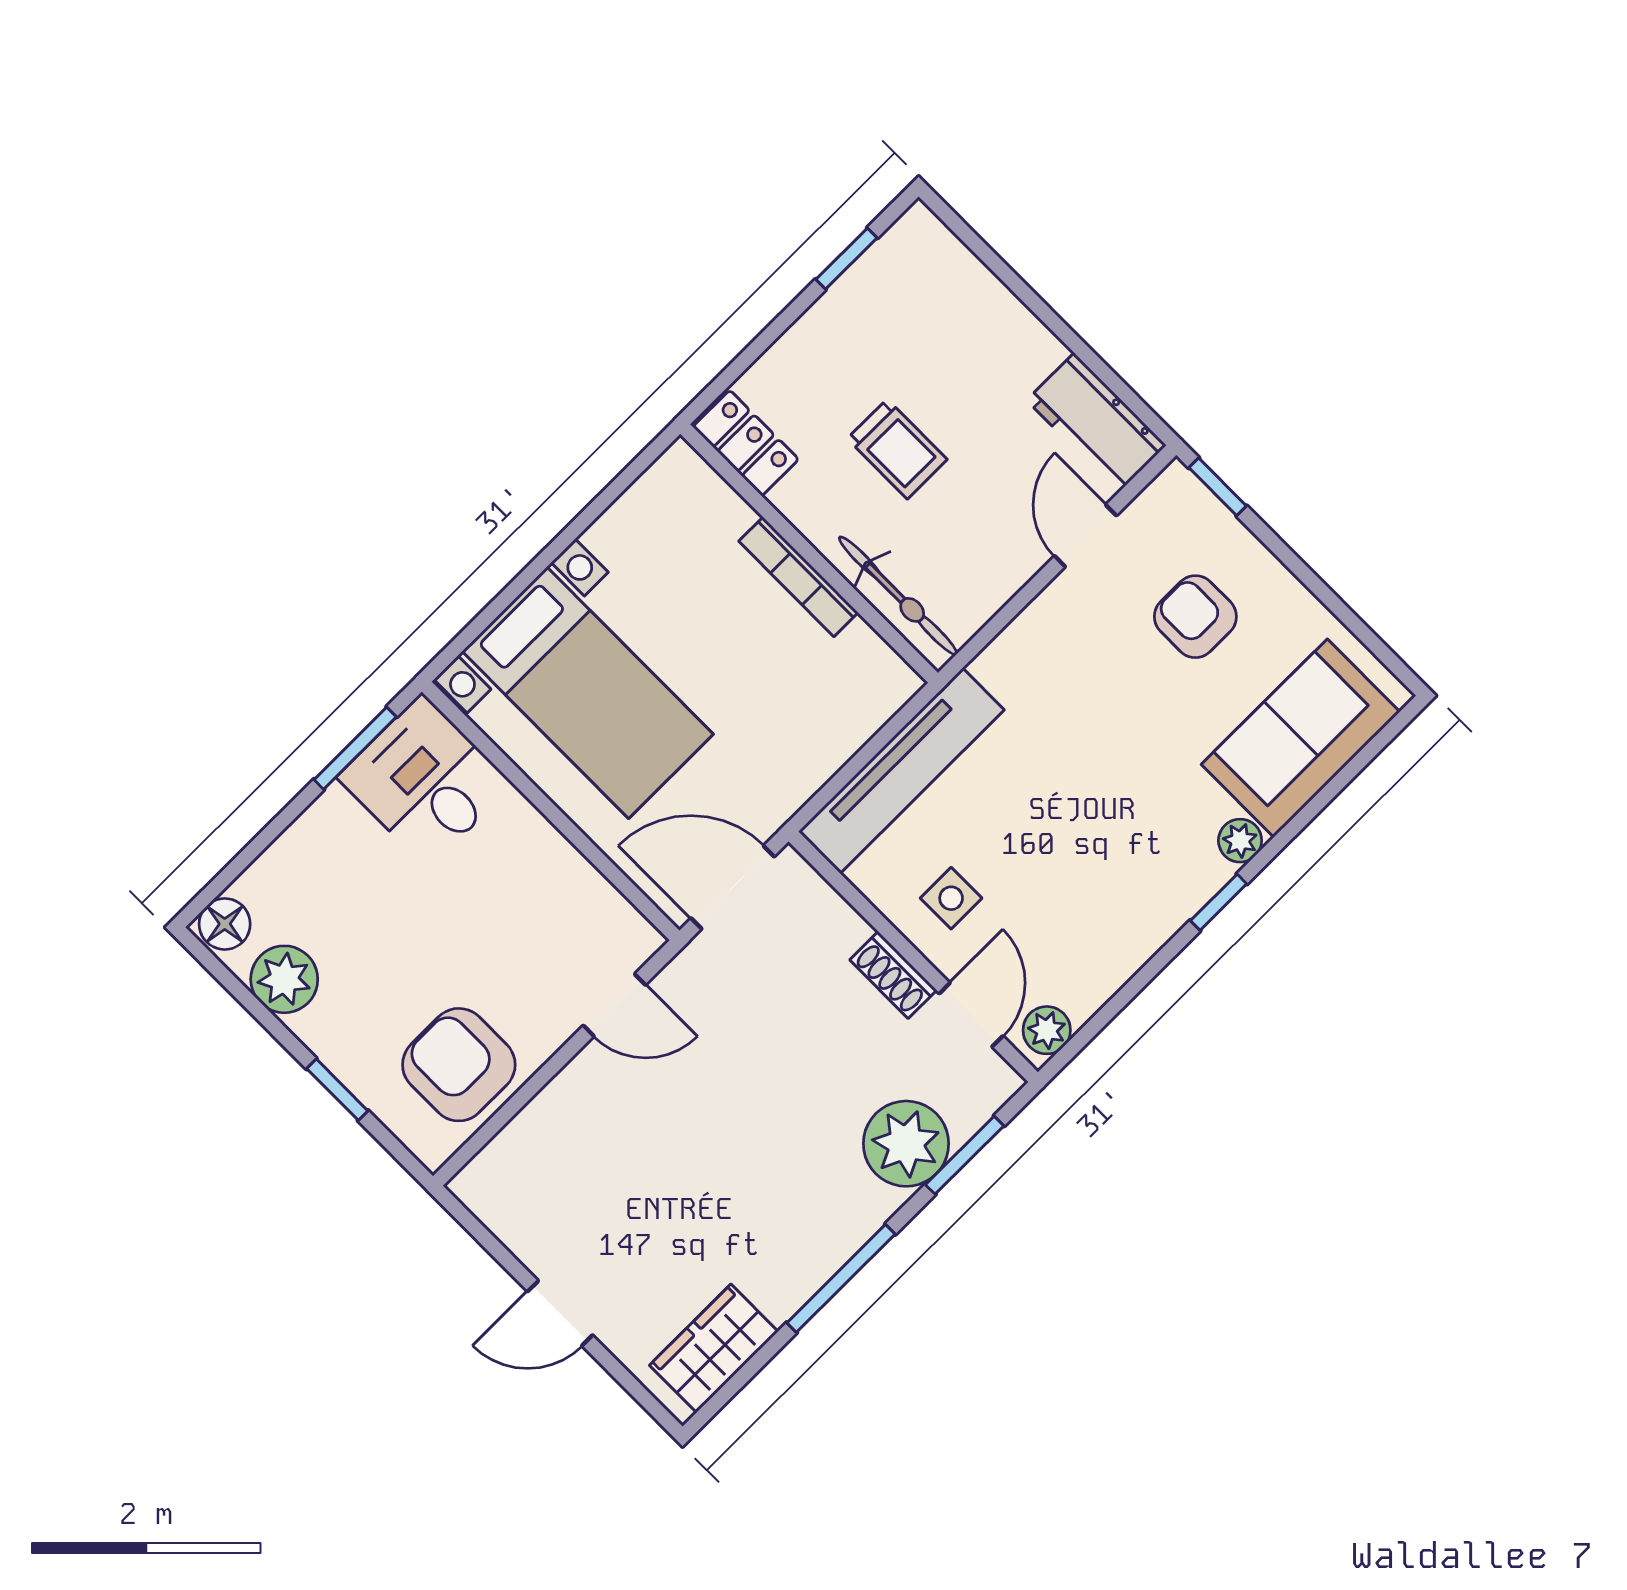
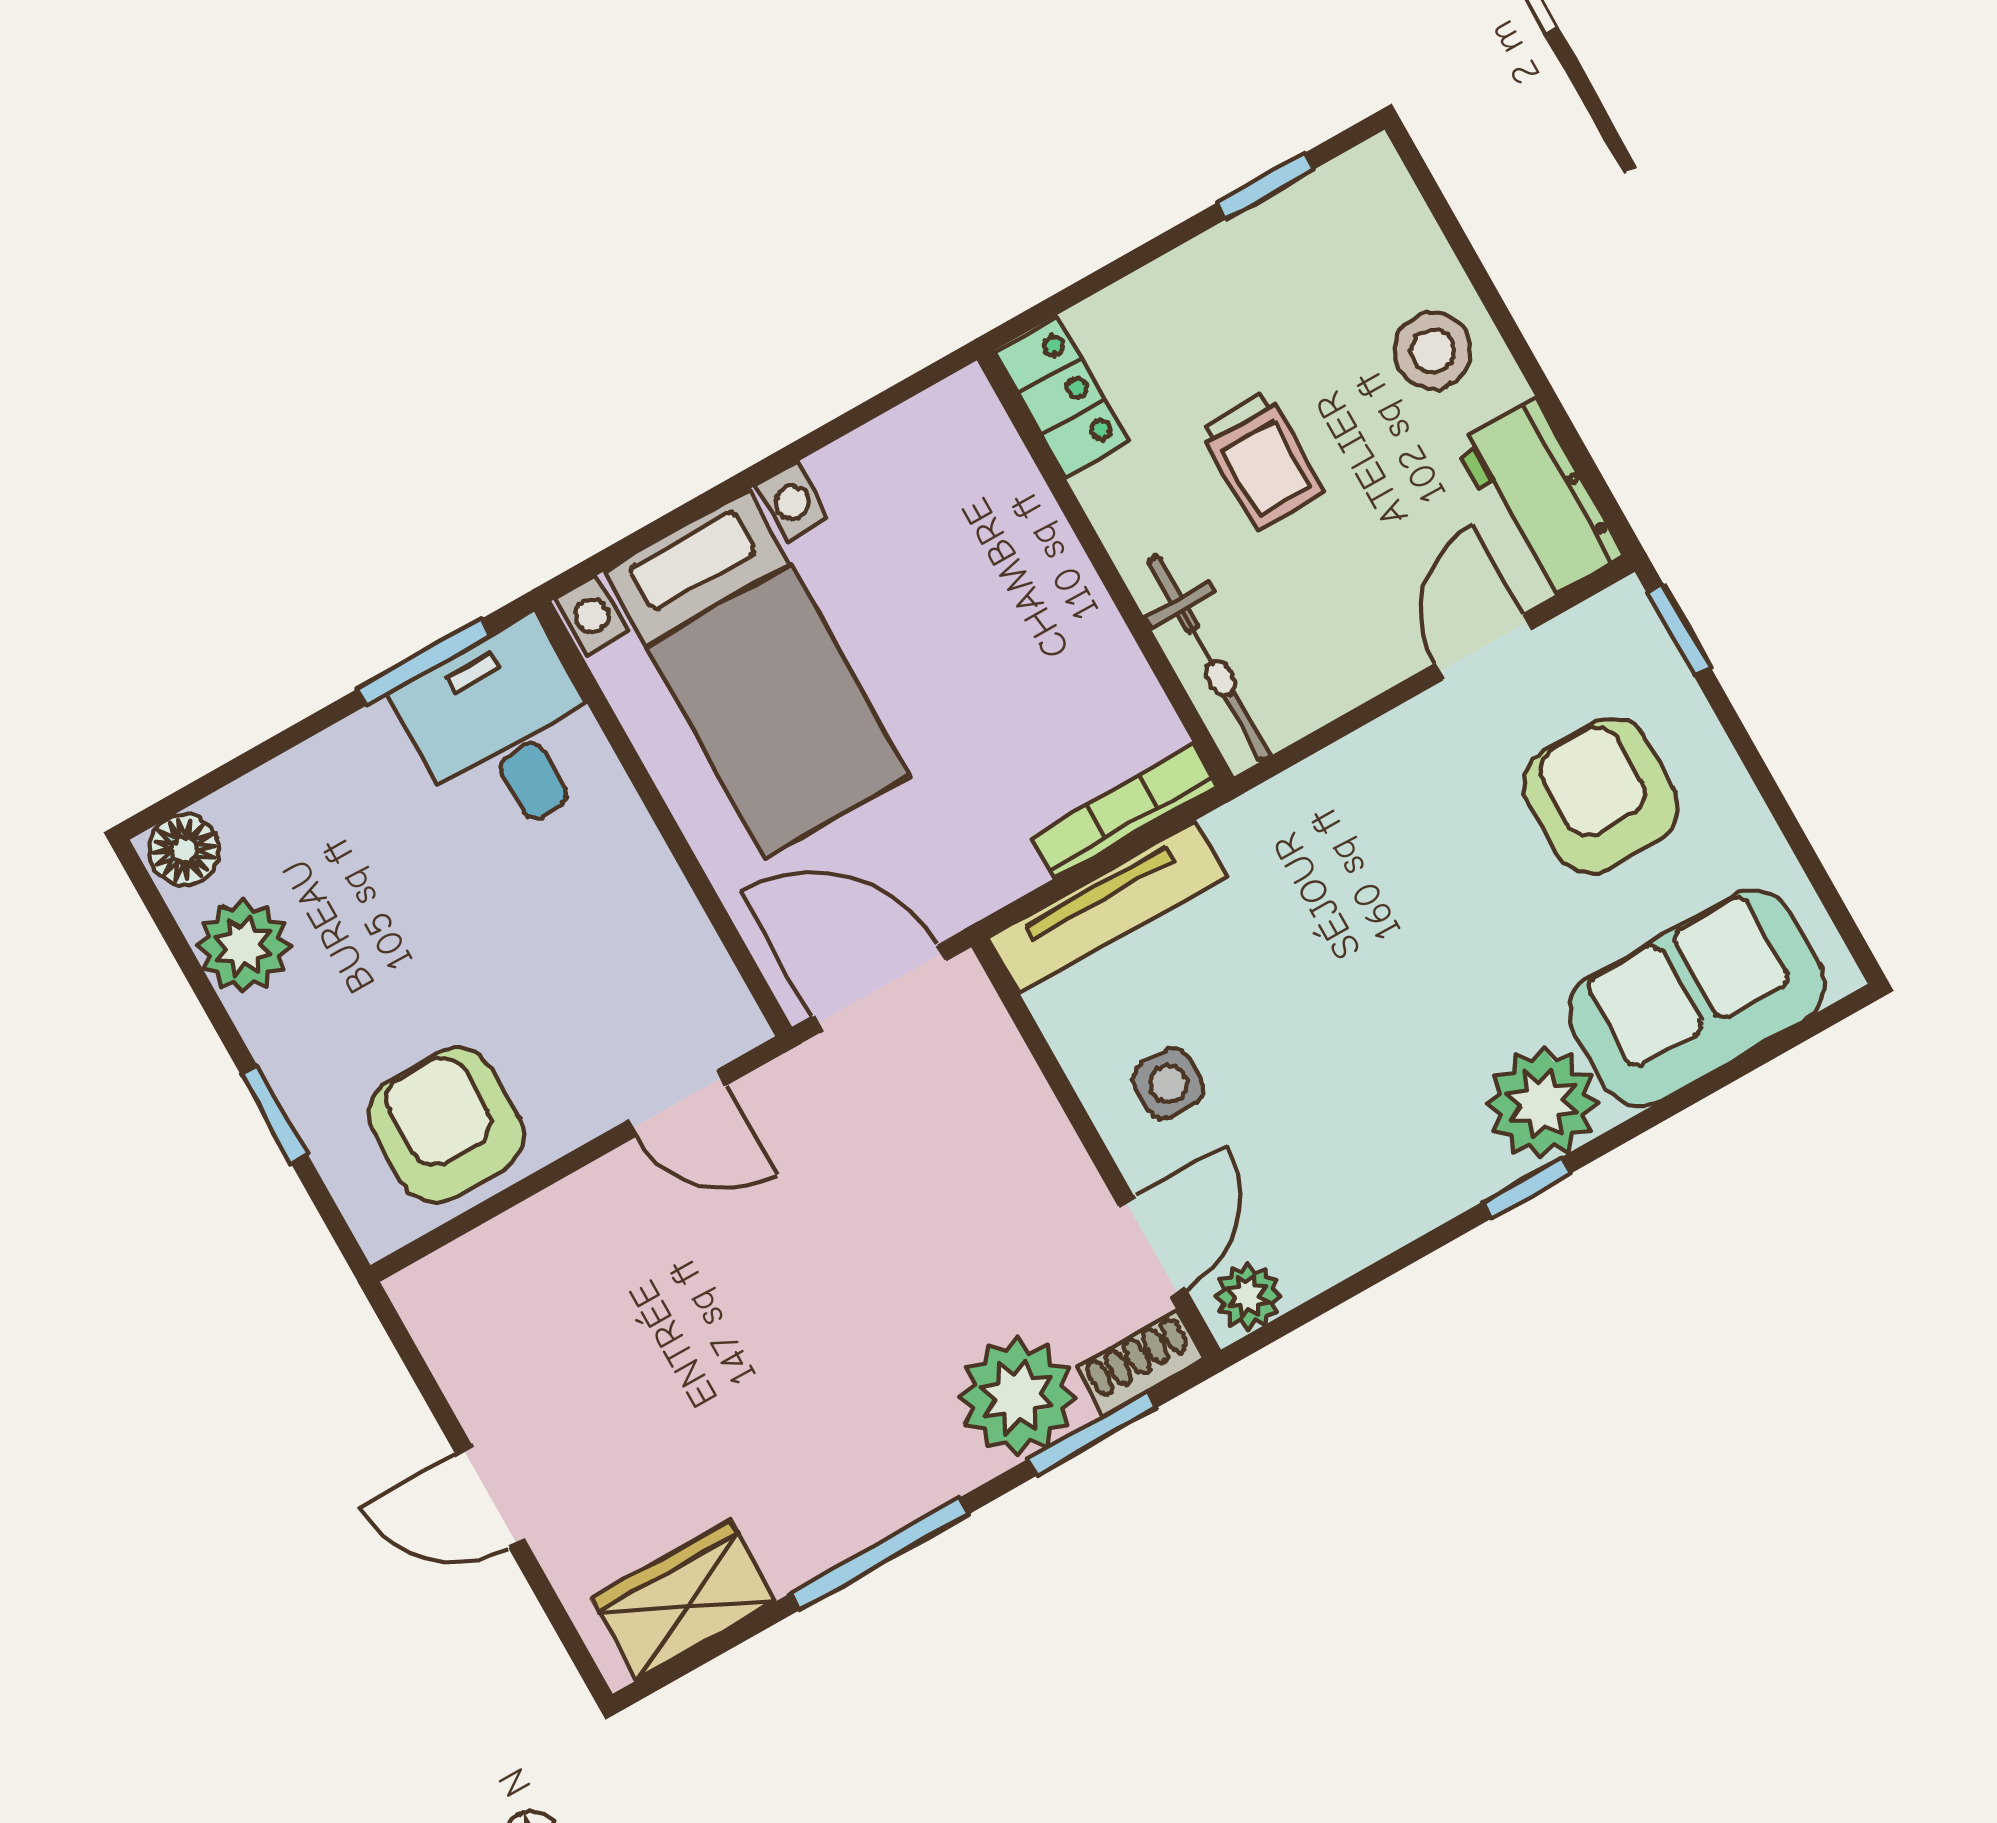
stool: (994, 340) -> (1433, 351), added
bookcase: (798, 577) -> (1124, 811), moved, turned 90
armchair: (1195, 617) -> (1601, 796), width x1.38, depth x1.38
tv unit: (901, 771) -> (1107, 907), width x0.73, depth x0.78
plant: (1240, 841) -> (1542, 1103), width x1.87, depth x1.87
shoe rack: (893, 975) -> (1140, 1363), moved, turned 90

